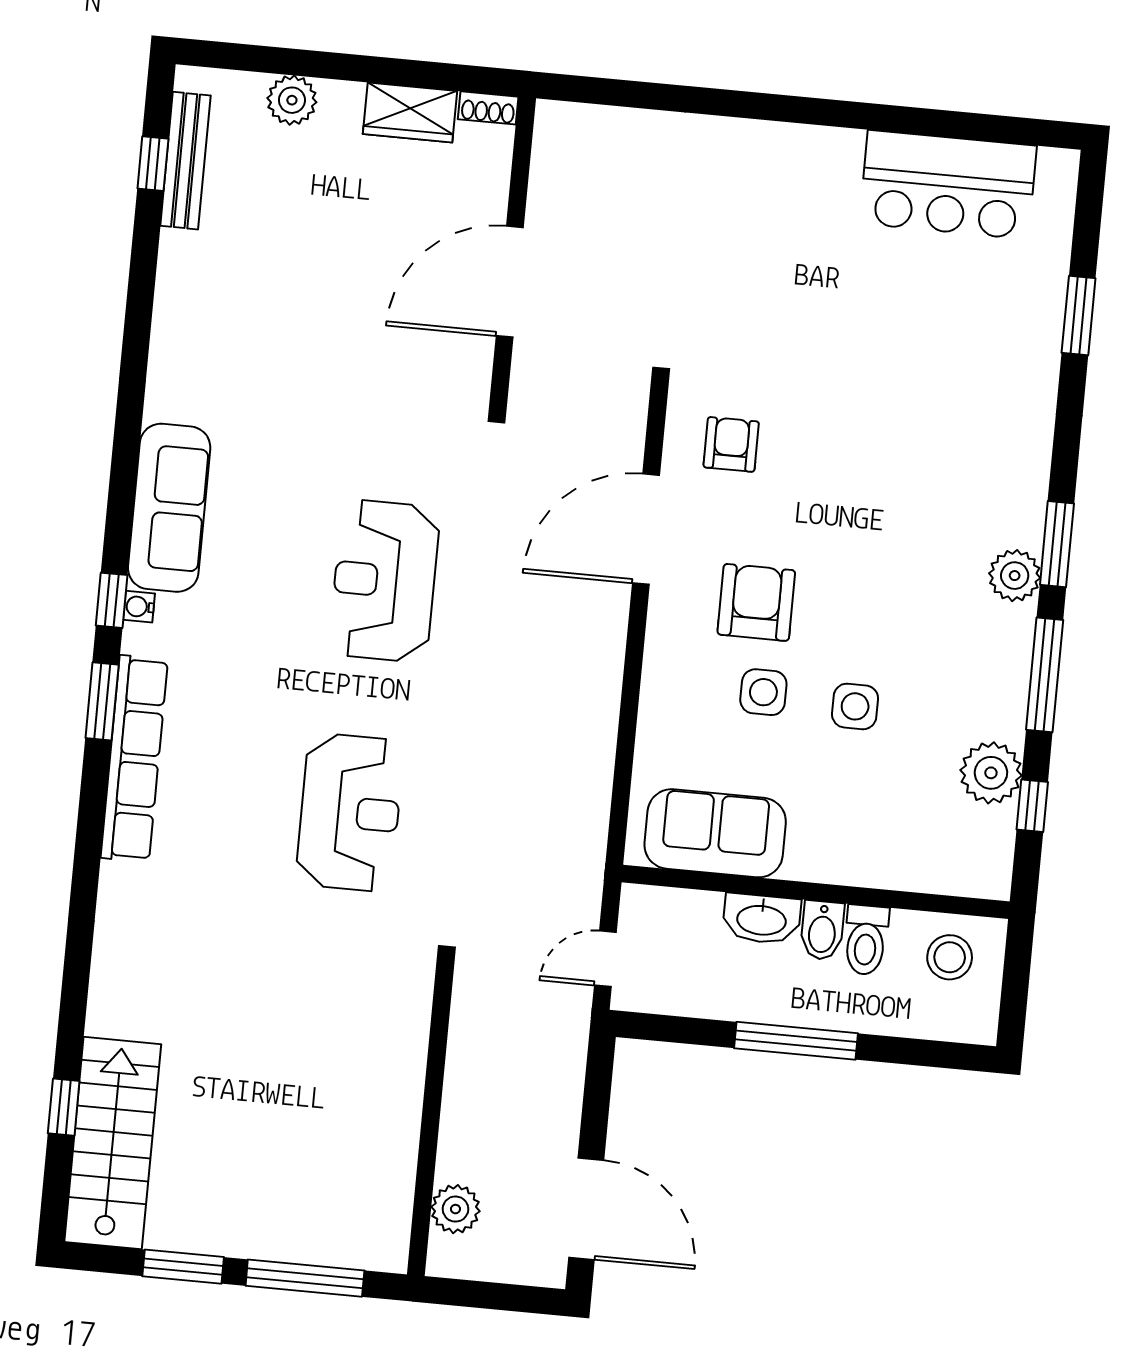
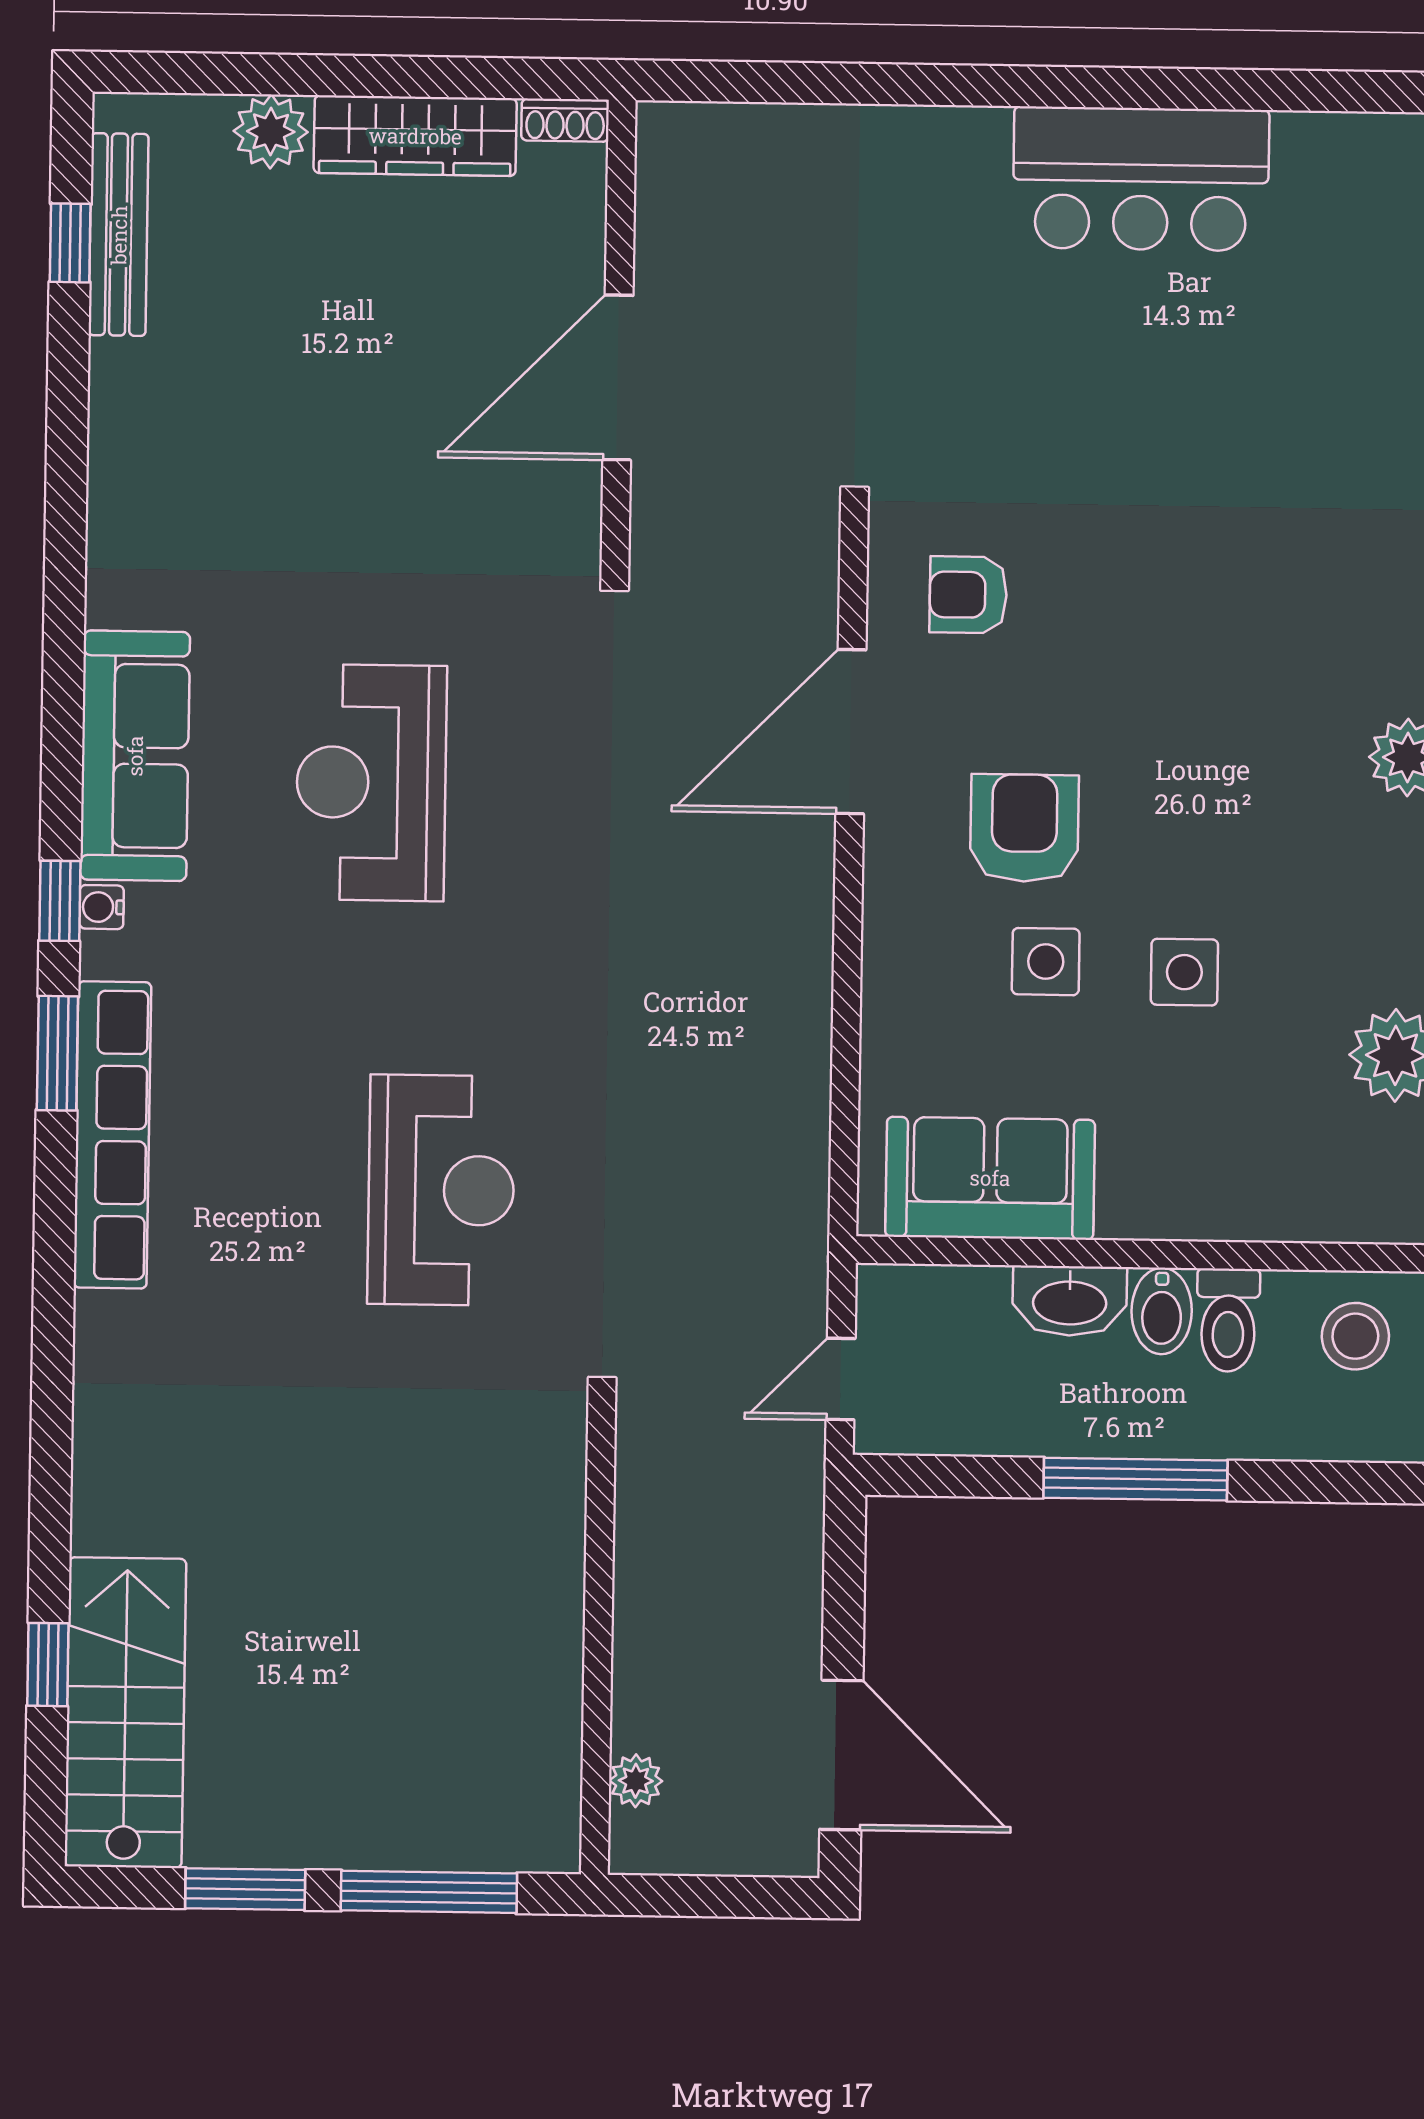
wardrobe: (410, 113) -> (415, 136), width x1.50
bar counter: (948, 185) -> (1141, 179), moved
armchair: (731, 444) -> (968, 595), turned -90
reception desk: (384, 581) -> (371, 783), moved
plant: (455, 1209) -> (636, 1781), width x0.73, depth x0.73

